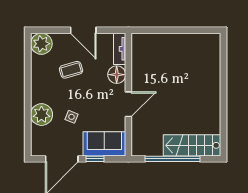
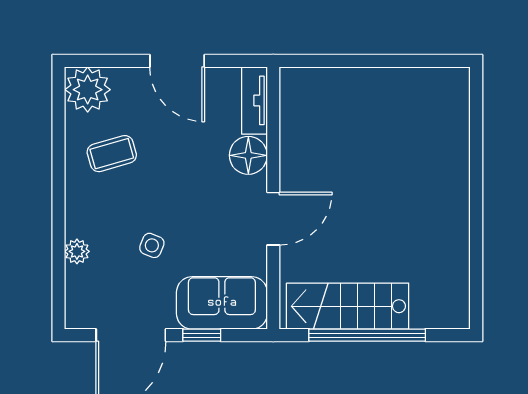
coffee table: (71, 70) -> (112, 154), moved
plant: (41, 115) -> (77, 251), width x0.53, depth x0.53
stairs: (192, 145) -> (348, 306), moved

